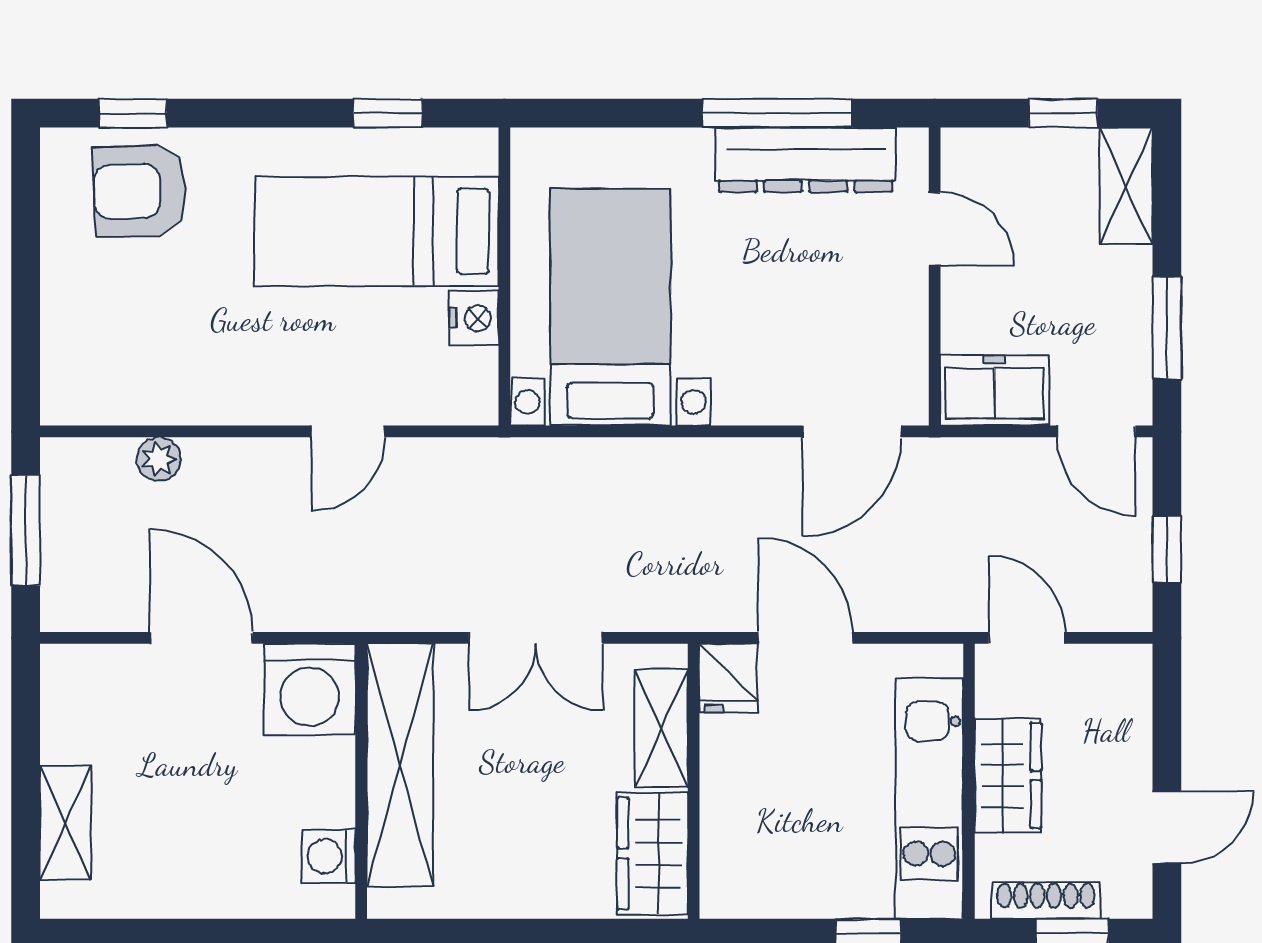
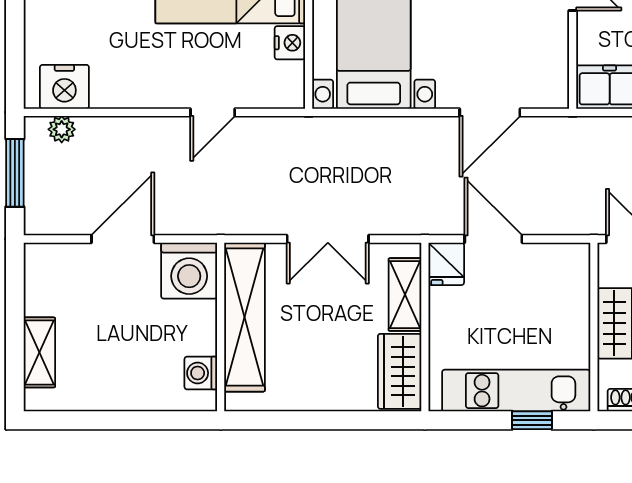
nightstand: (106, 390) -> (64, 87), added
door: (852, 431) -> (490, 112), moved
plant: (159, 459) -> (62, 129), moved
door: (201, 638) -> (123, 239), hinge flipped
kitchen unit: (929, 798) -> (516, 391), moved, turned 90

